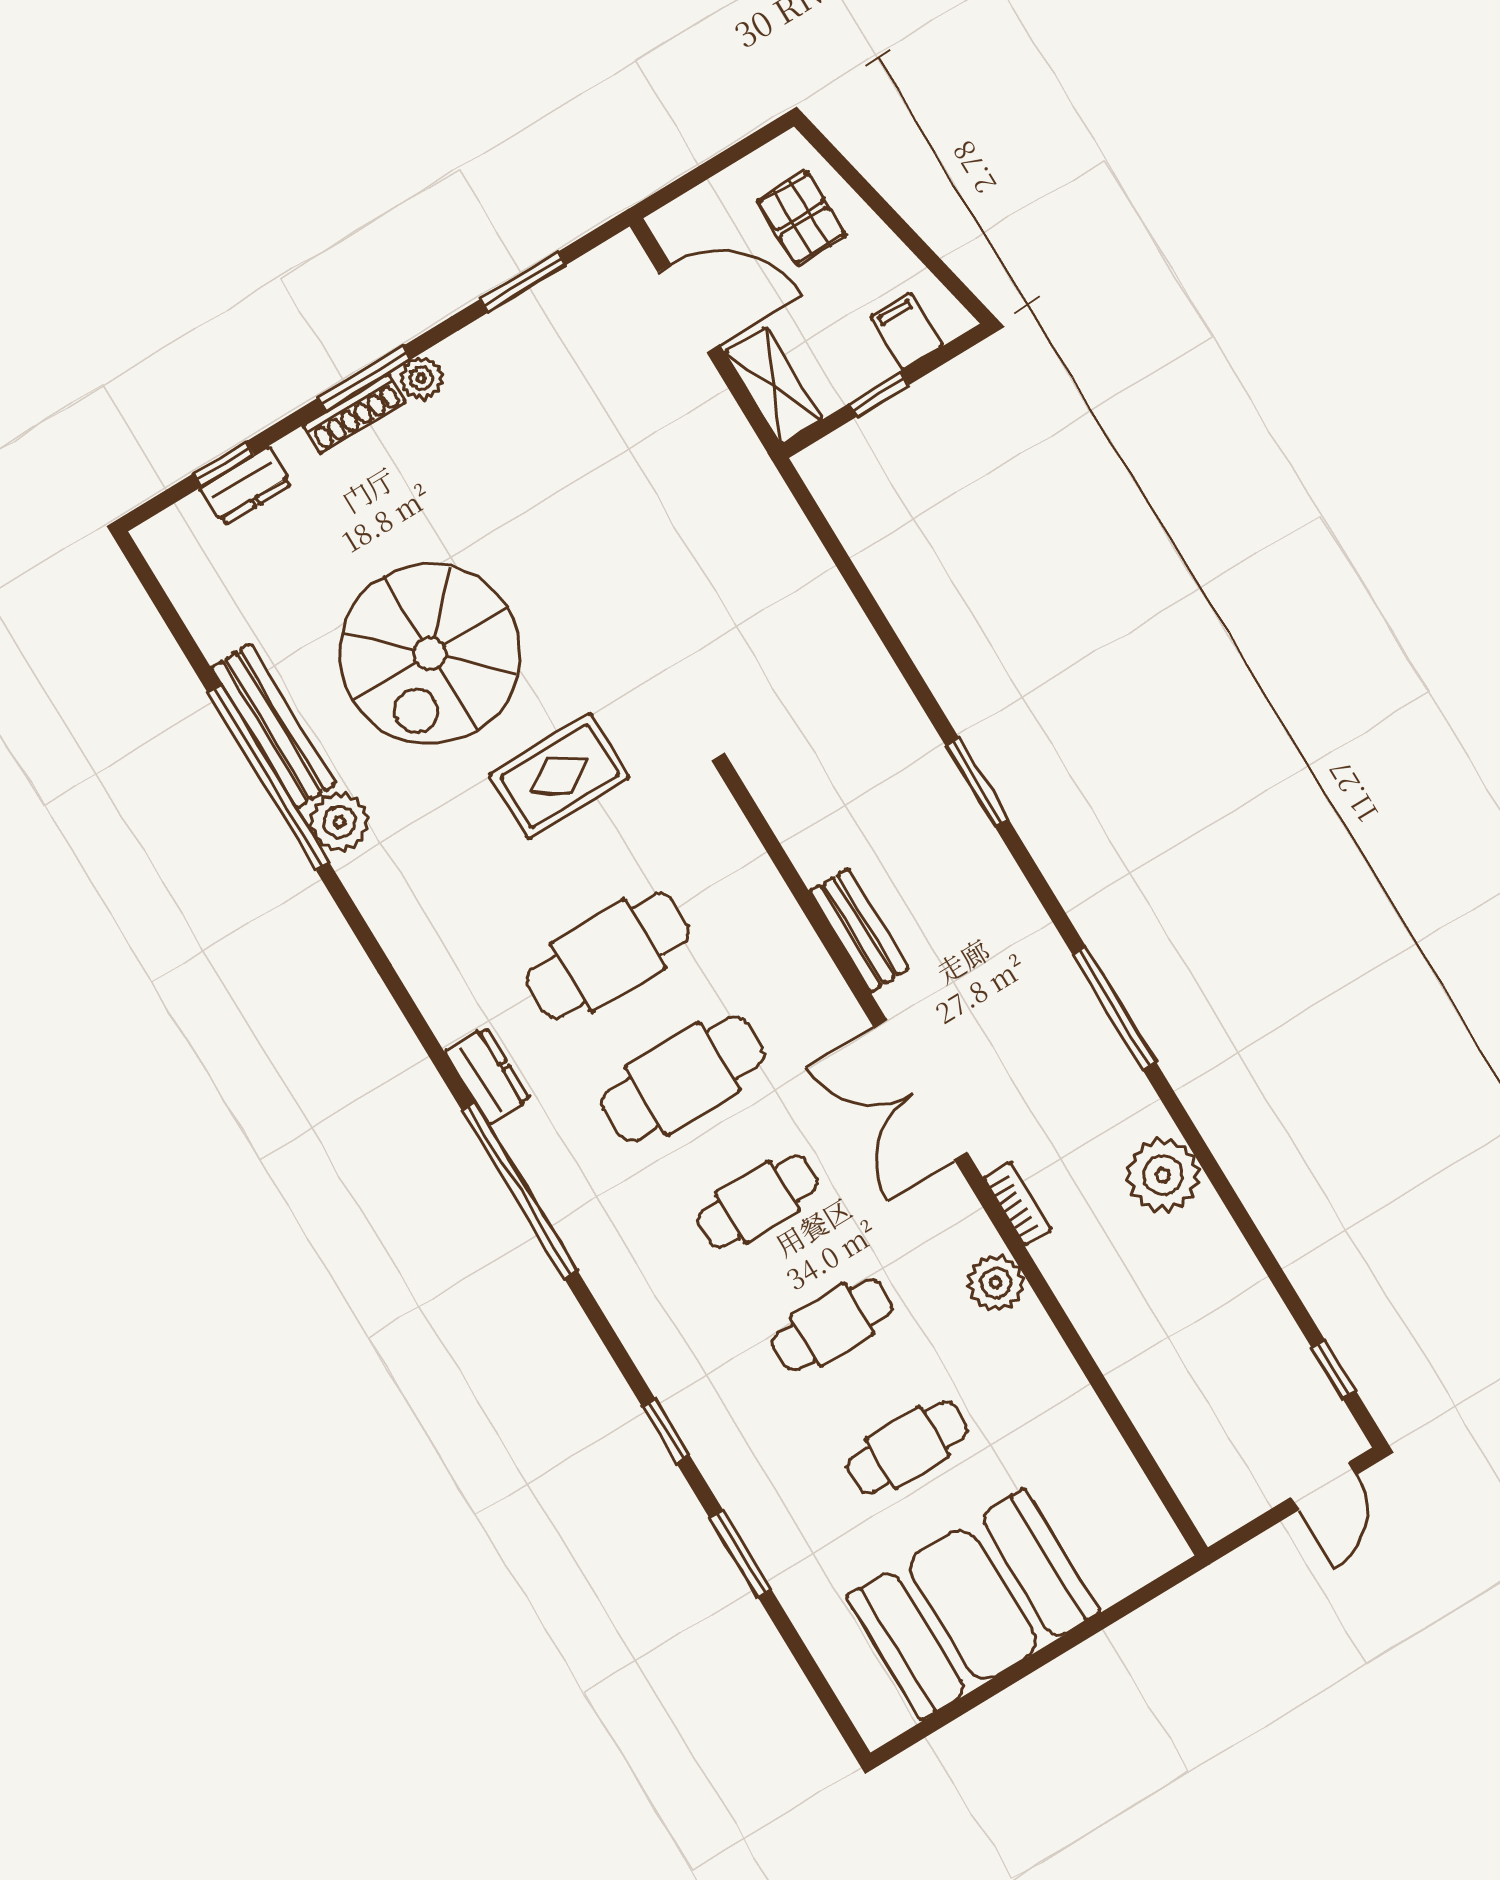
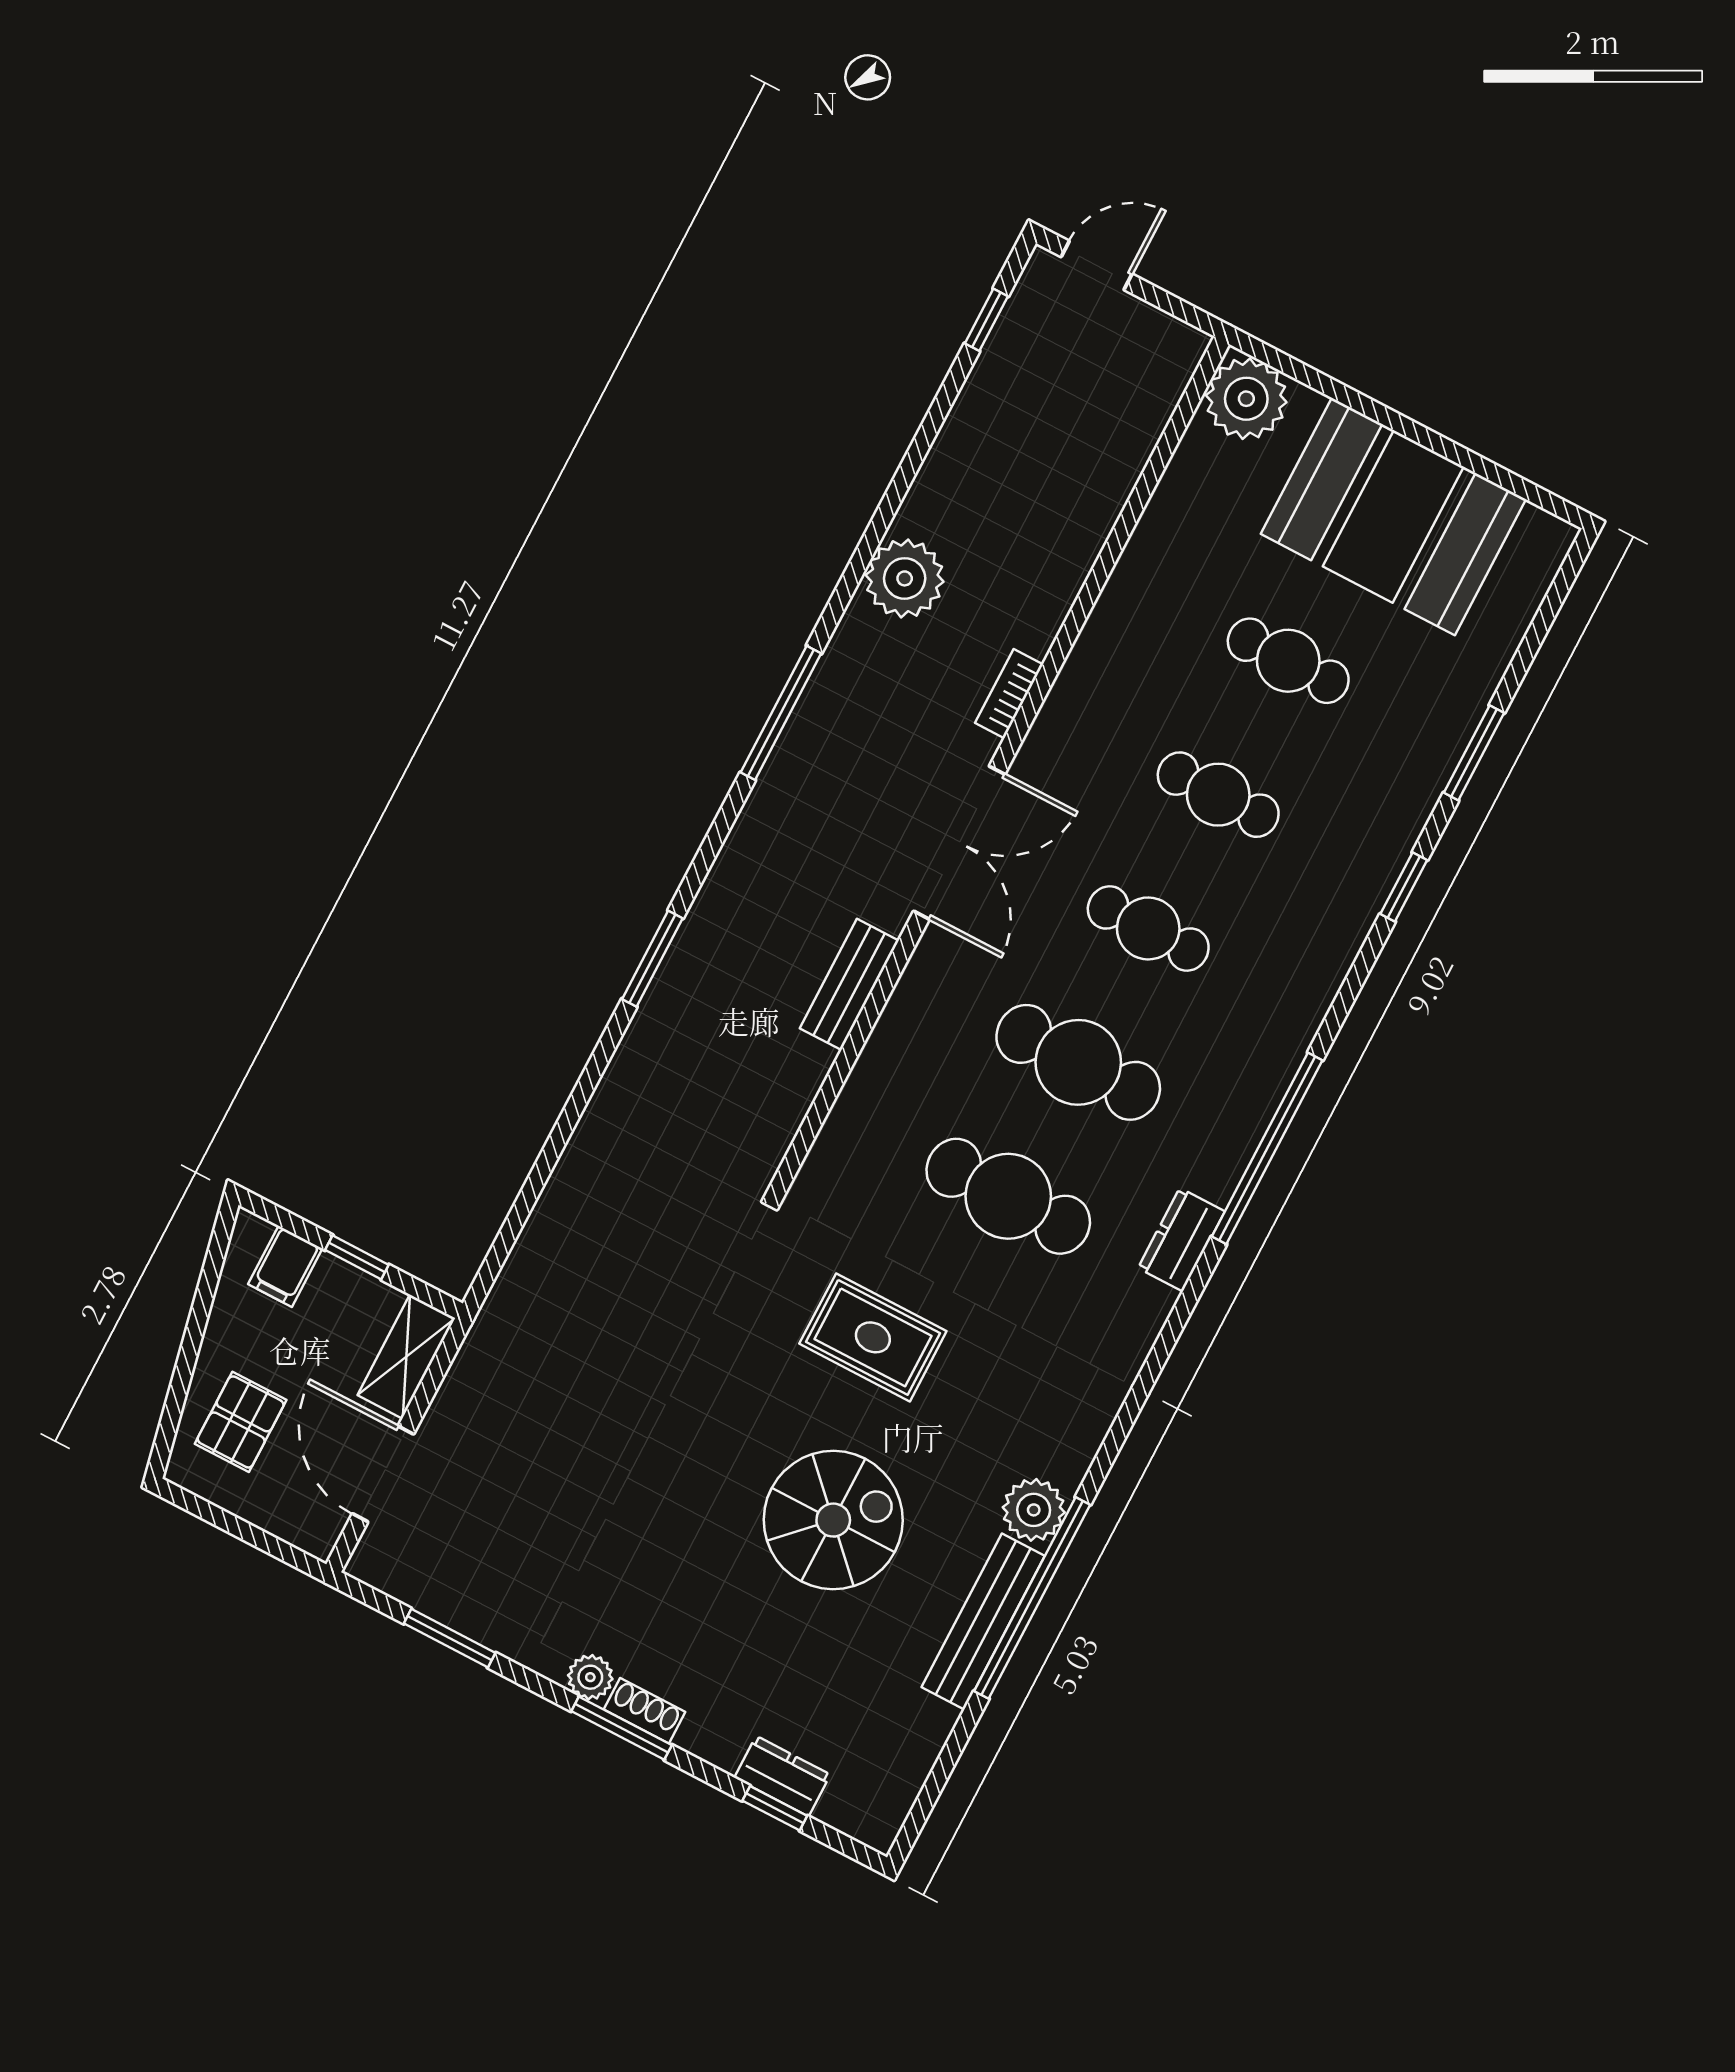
shoe rack: (354, 414) -> (645, 1711), width x0.70
spiral stairs: (430, 654) -> (833, 1520), width x0.73, depth x0.73
plant: (996, 1283) -> (1246, 399), moved, width x1.36, depth x1.36

